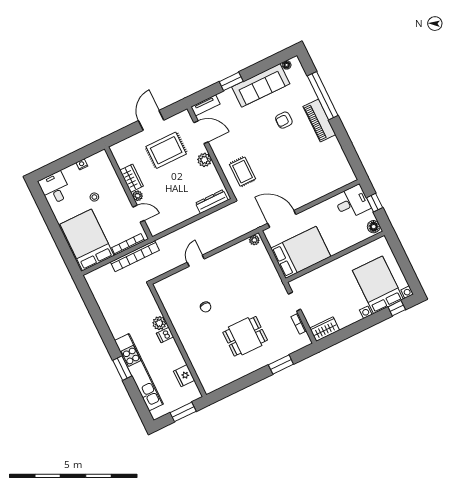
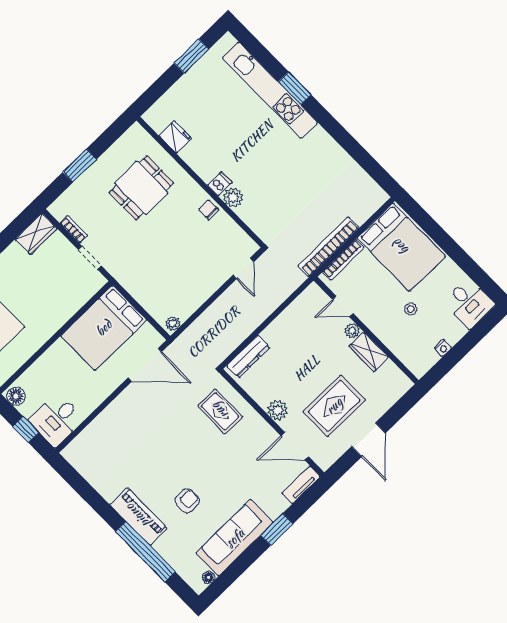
plant: (159, 323) -> (233, 197), moved
dishwasher: (165, 335) -> (220, 184), moved
wall: (177, 340) -> (200, 182), moved
fridge: (184, 376) -> (175, 137), moved

